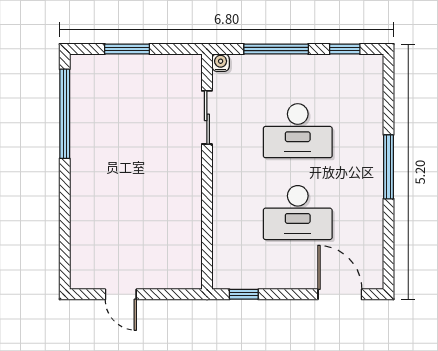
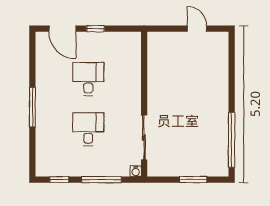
sliding door: (207, 117) -> (144, 138), width x1.37
desk: (298, 131) -> (88, 129), width x0.73
desk: (298, 213) -> (88, 79), width x0.73
window: (244, 294) -> (95, 29), moved

